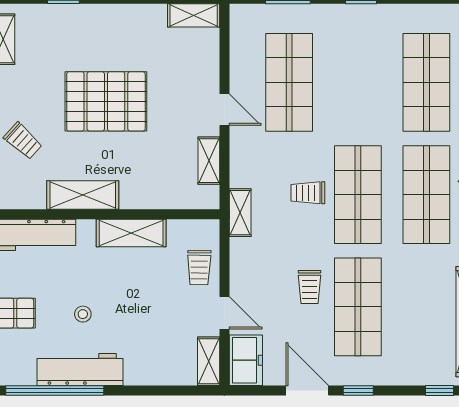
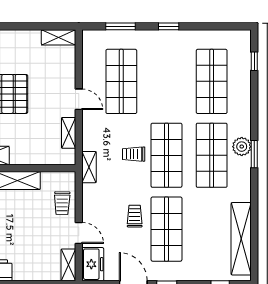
trolley: (310, 287) -> (135, 216), turned 180

